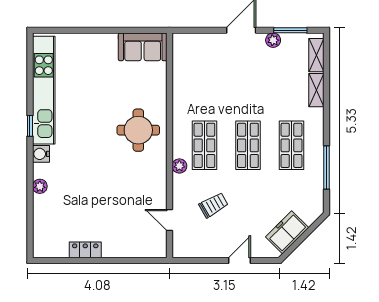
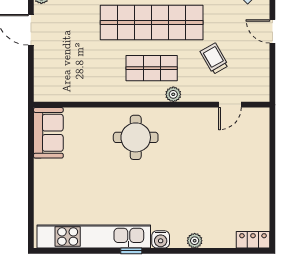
shop shelf: (248, 145) -> (152, 22), width x2.00, depth x1.36
locker: (85, 250) -> (253, 240), moved, turned 90

